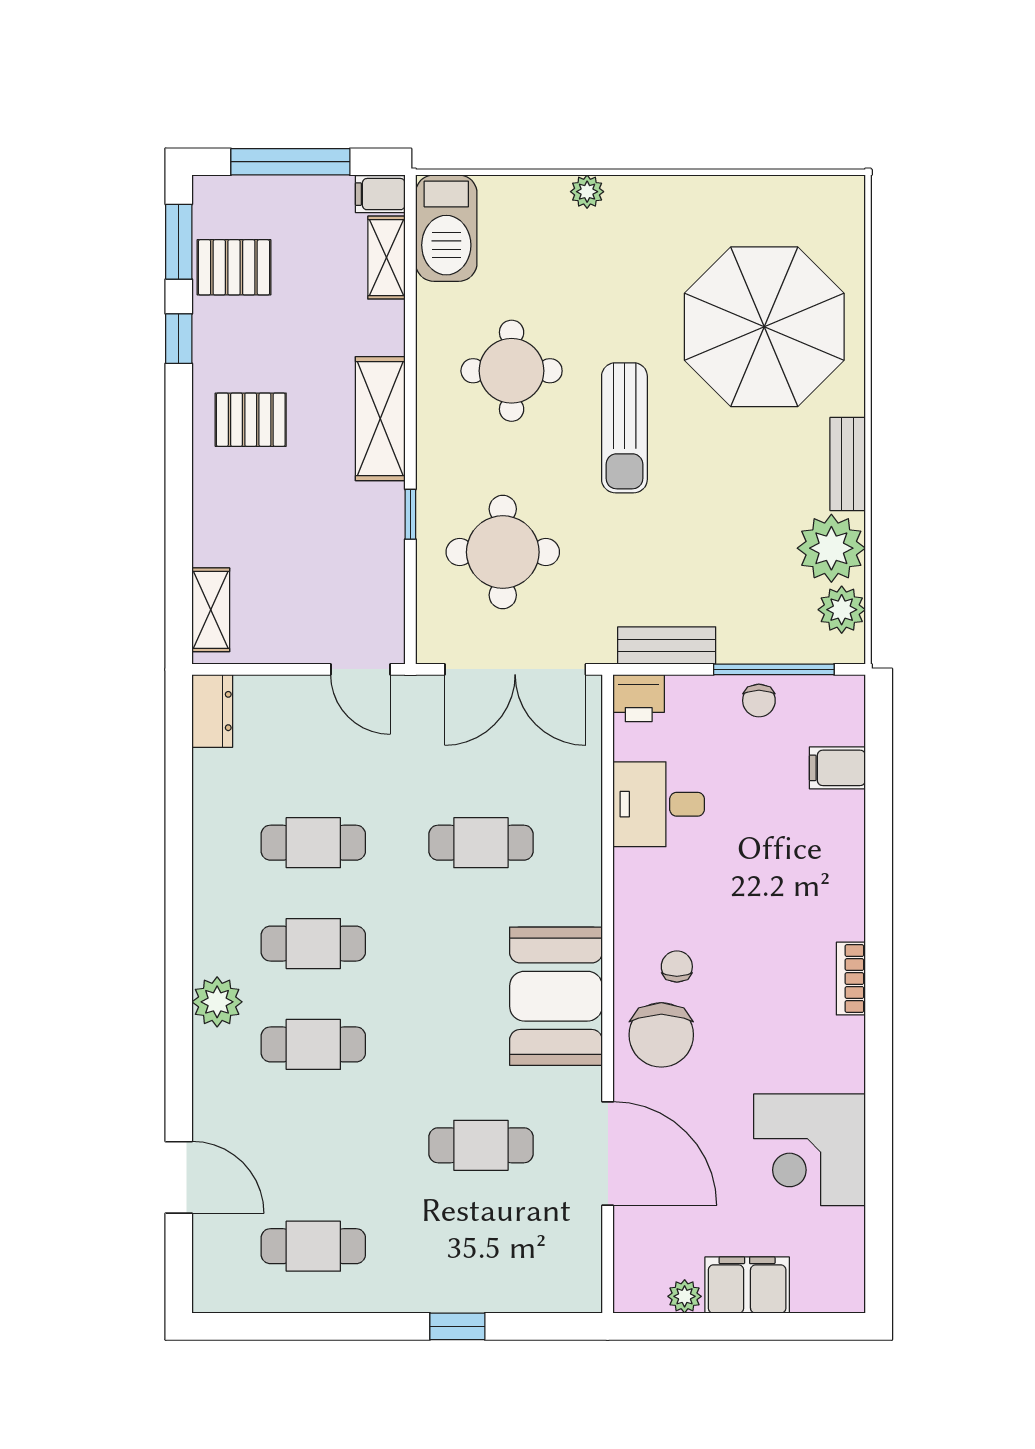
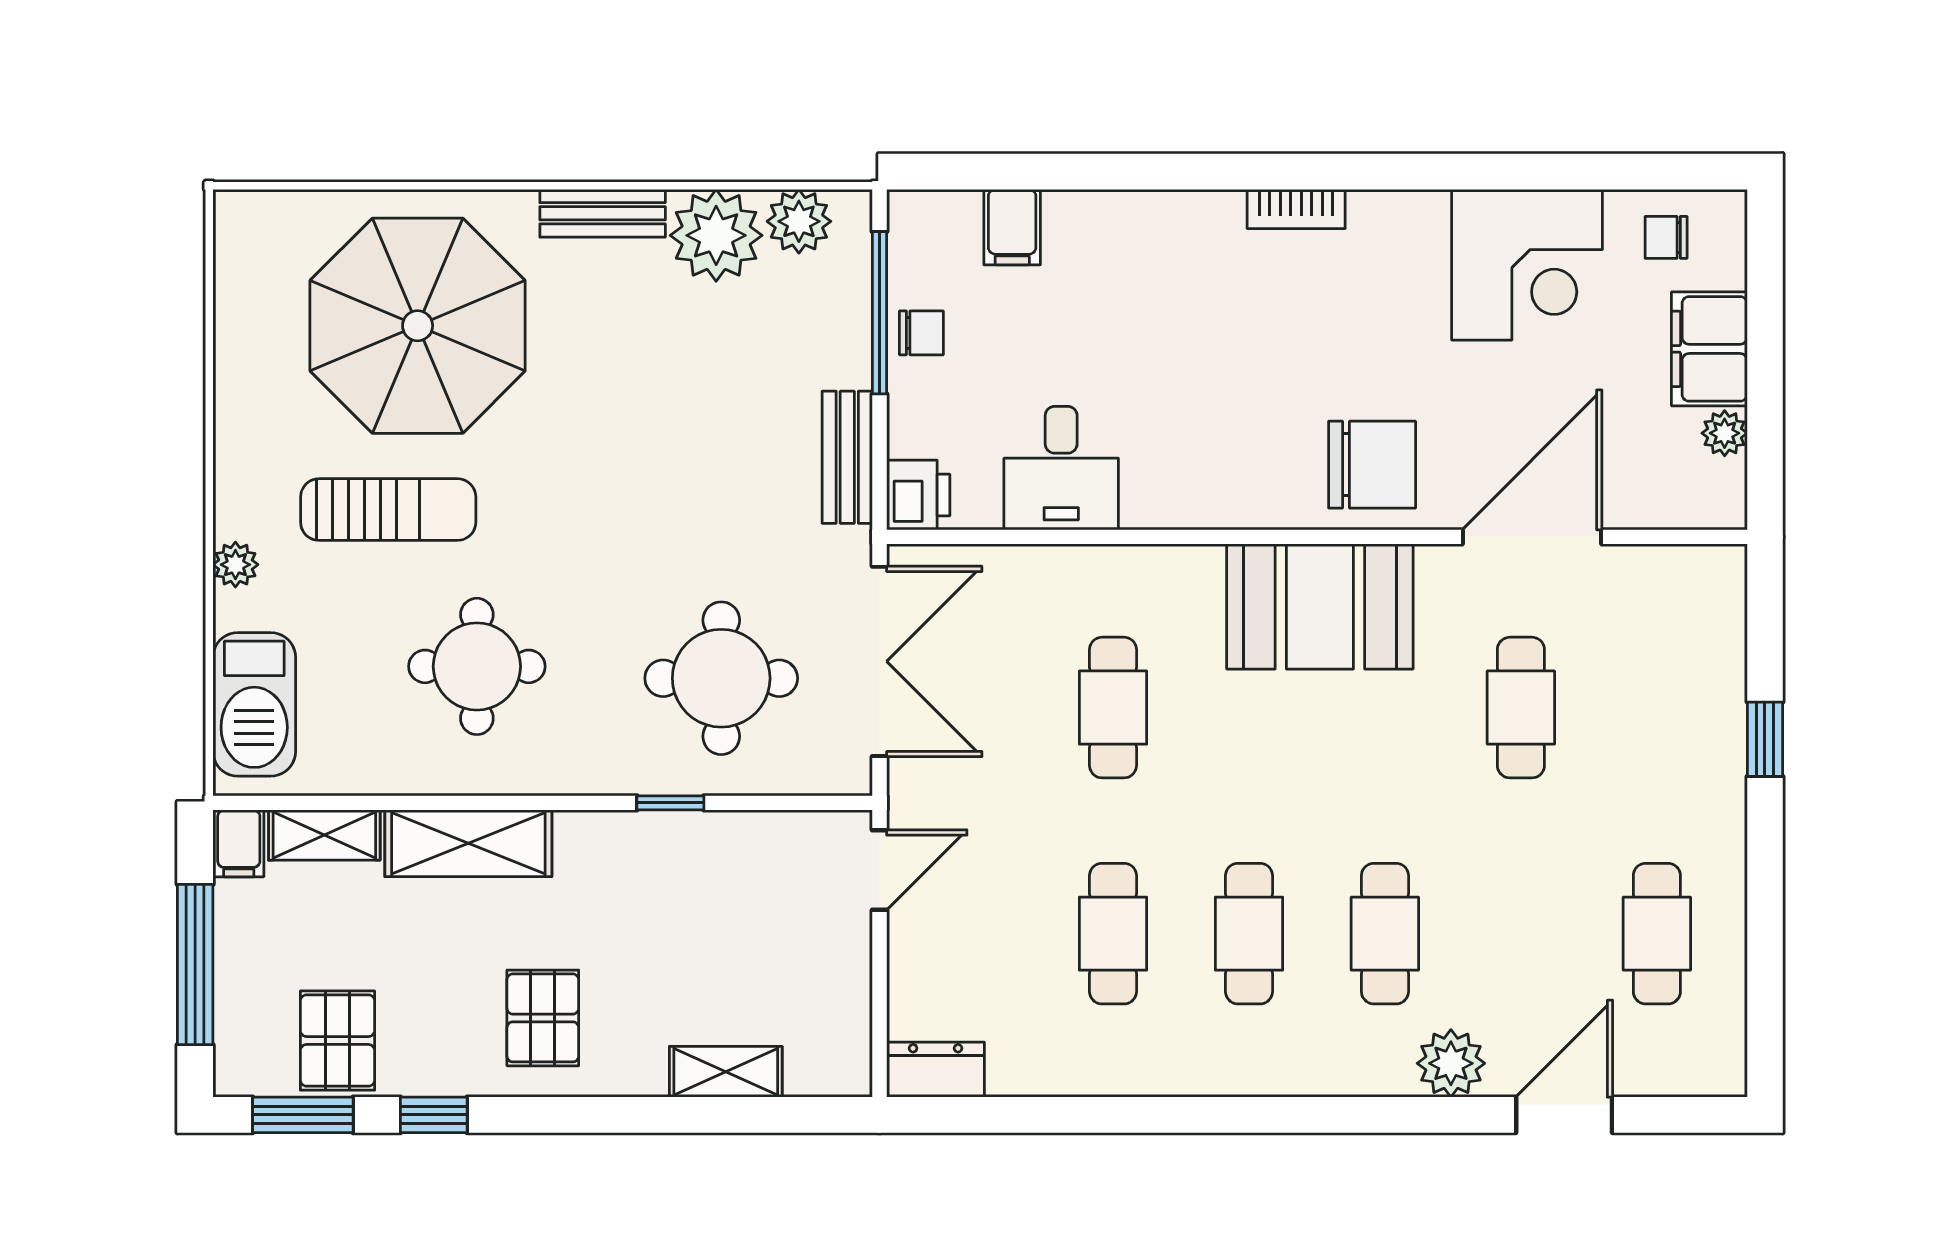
barbecue: (446, 228) -> (254, 704), moved, turned 90
shelving: (380, 419) -> (468, 843), moved
sun lounger: (624, 428) -> (388, 510), moved
shelving: (211, 610) -> (726, 1072), moved
chair: (677, 967) -> (1666, 237), moved
plant: (217, 1002) -> (1451, 1063), moved

